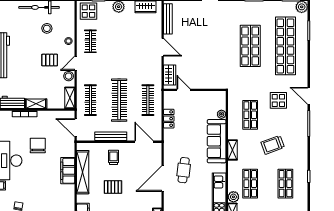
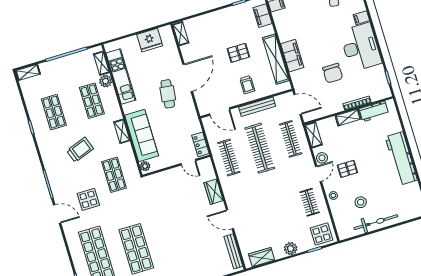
door: (184, 90) -> (188, 162), moved
wall: (195, 90) -> (176, 166), moved

